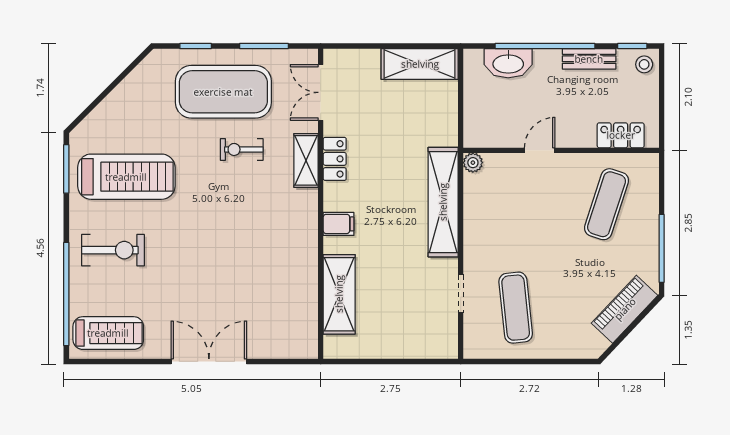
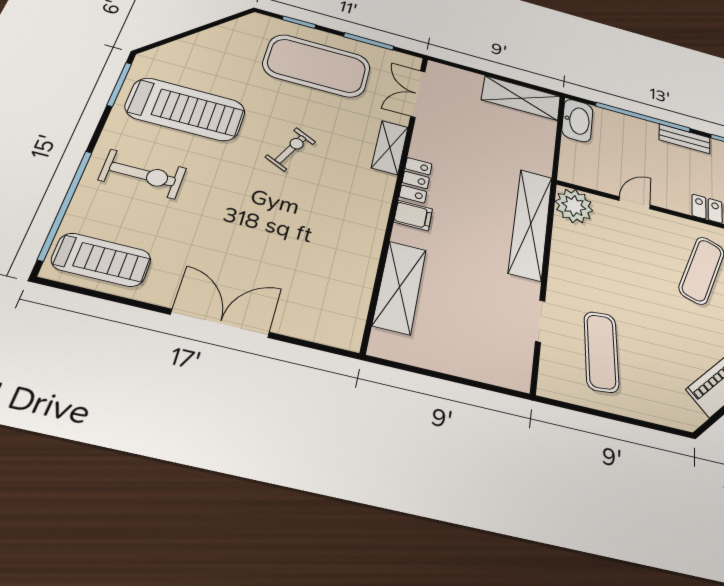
washbasin: (508, 63) -> (577, 120), moved, turned -90
exercise bike: (242, 149) -> (291, 149), moved, turned 116
locker: (335, 159) -> (416, 180), moved
plant: (473, 163) -> (574, 206), width x1.88, depth x1.88

